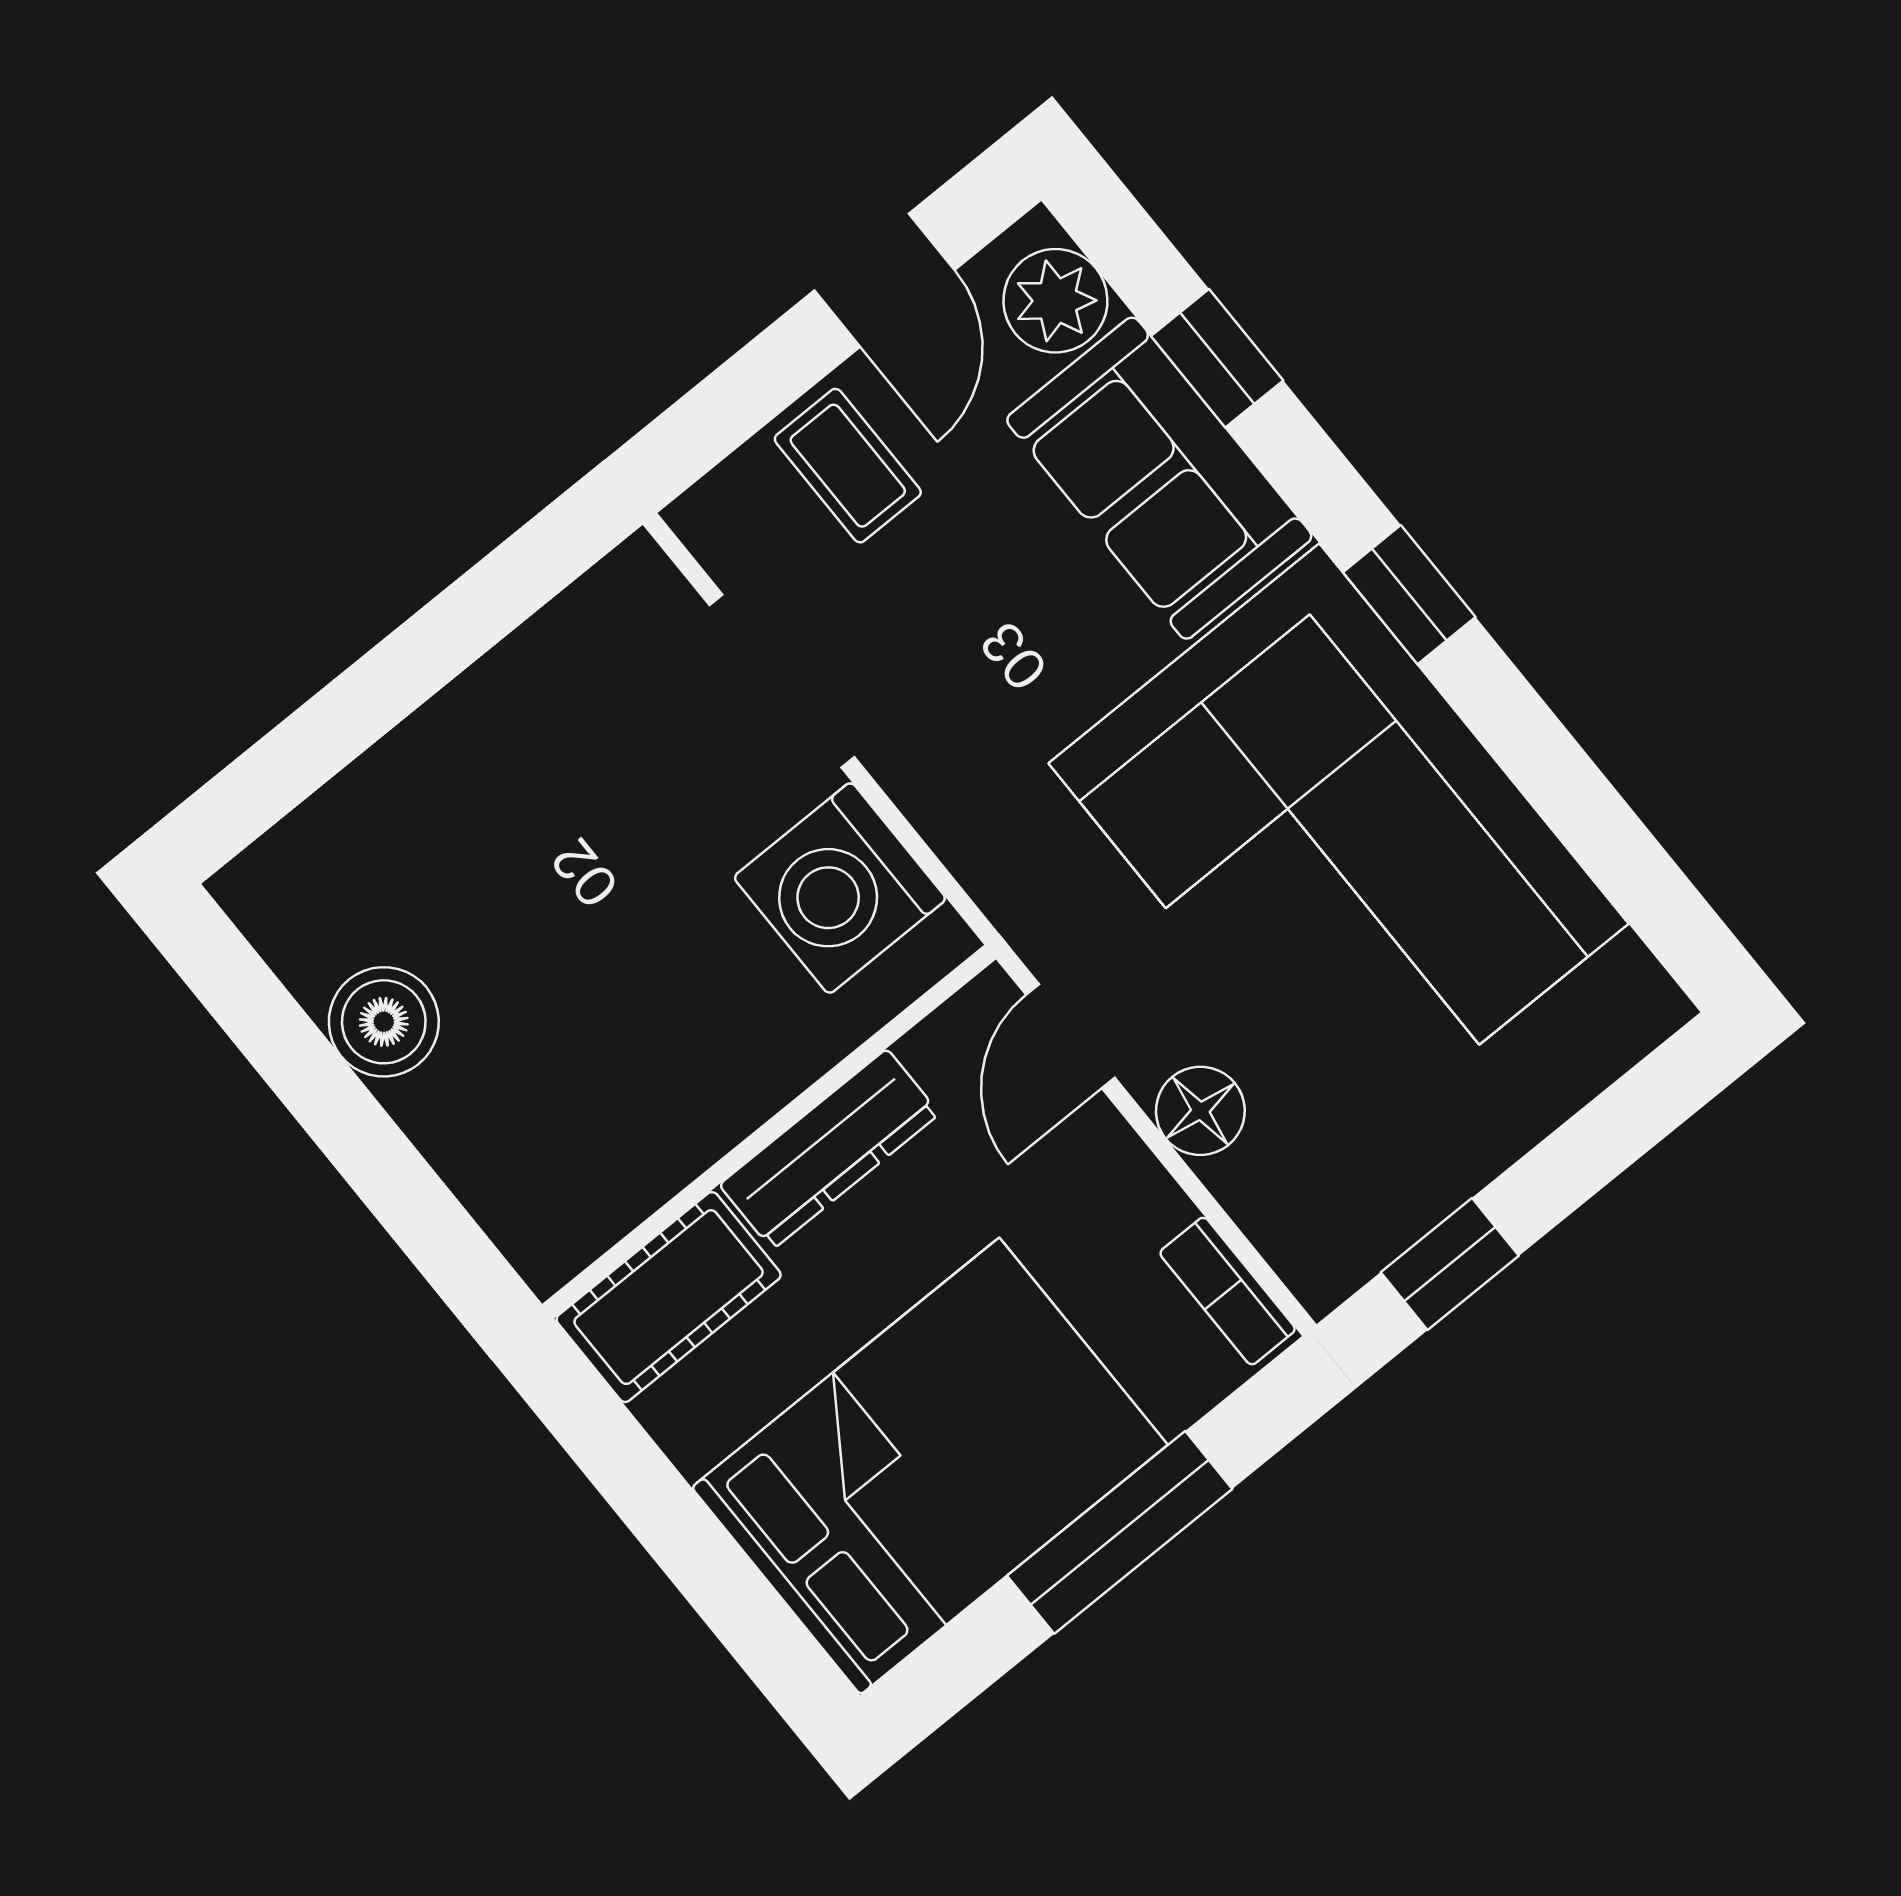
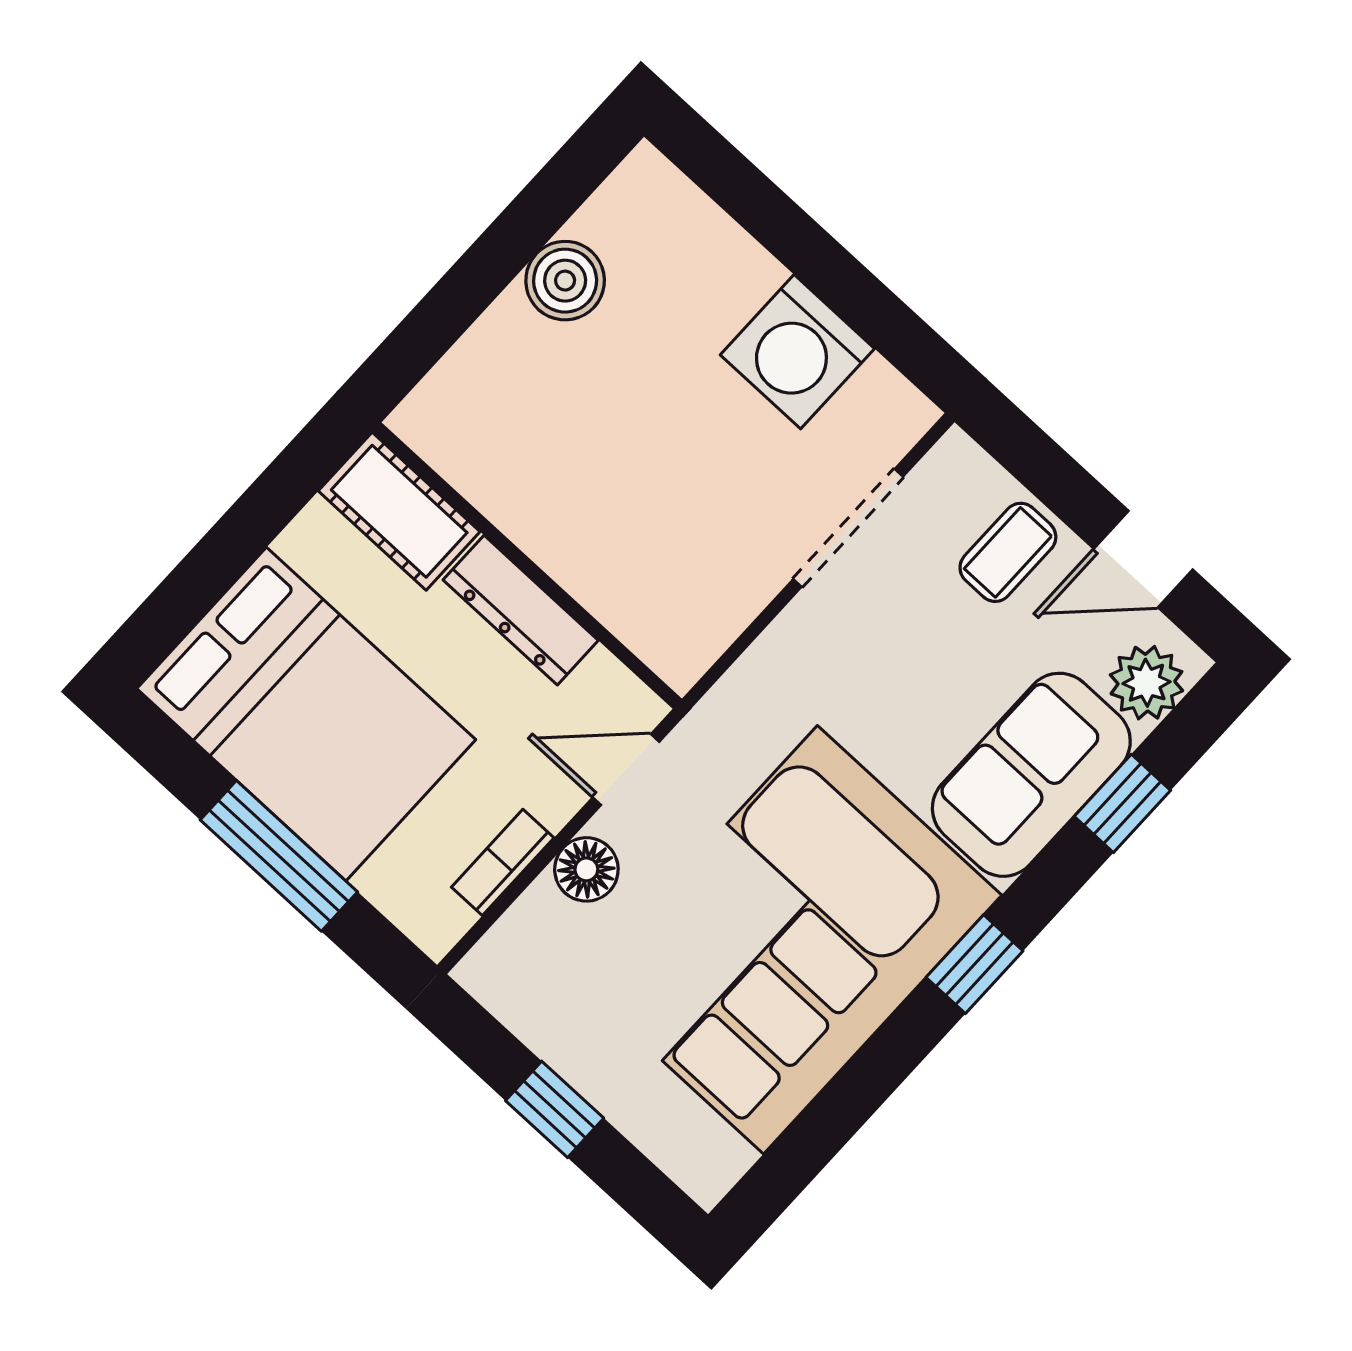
washing machine: (840, 888) -> (797, 352), moved, turned -90
window: (1450, 1264) -> (555, 1109), moved
bookcase: (1228, 1291) -> (503, 862), moved

